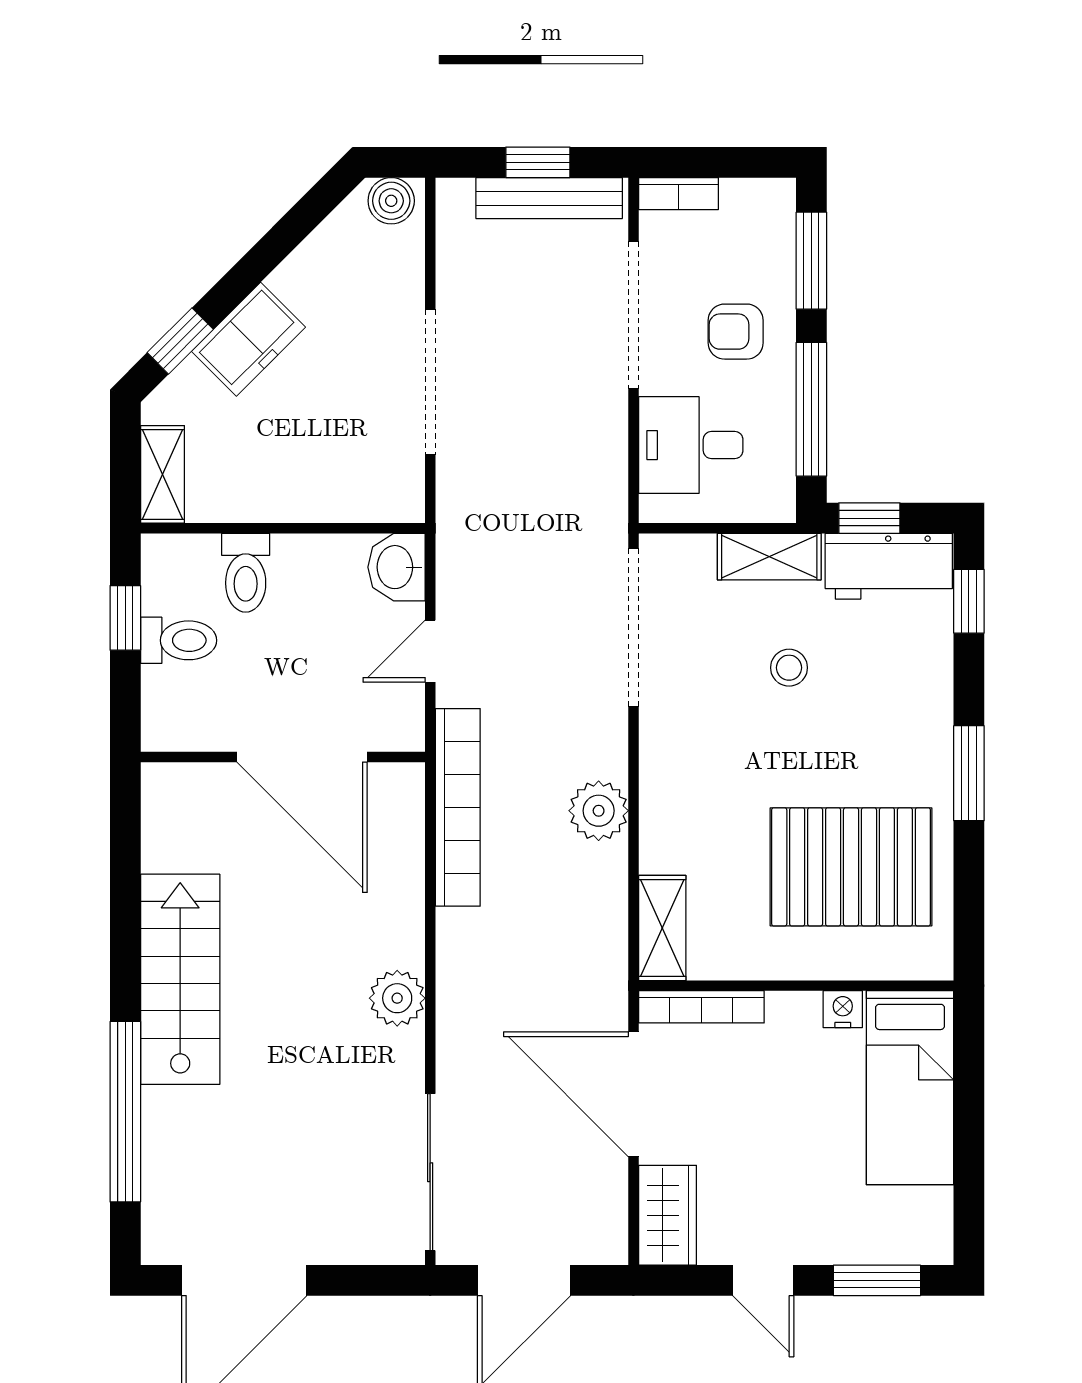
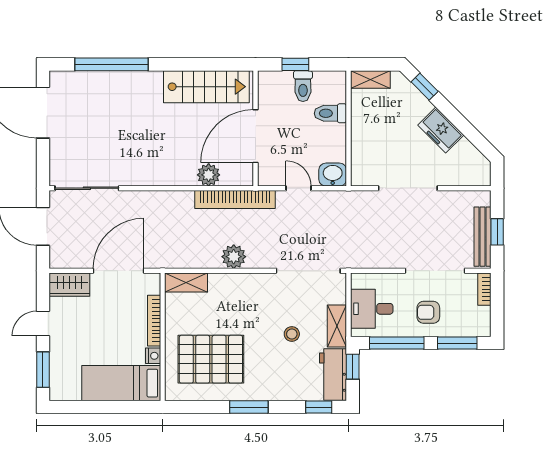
boiler: (391, 201) -> (481, 172), removed
armchair: (736, 332) -> (428, 312), turned -90
freezer: (248, 339) -> (441, 130), moved
desk: (691, 445) -> (372, 309), moved, turned -90
window: (125, 618) -> (295, 64), moved
pallet: (851, 867) -> (211, 359), turned 90
stairs: (180, 979) -> (206, 87), moved
plant: (397, 998) -> (209, 175), moved
bookcase: (701, 1007) -> (154, 321), moved

